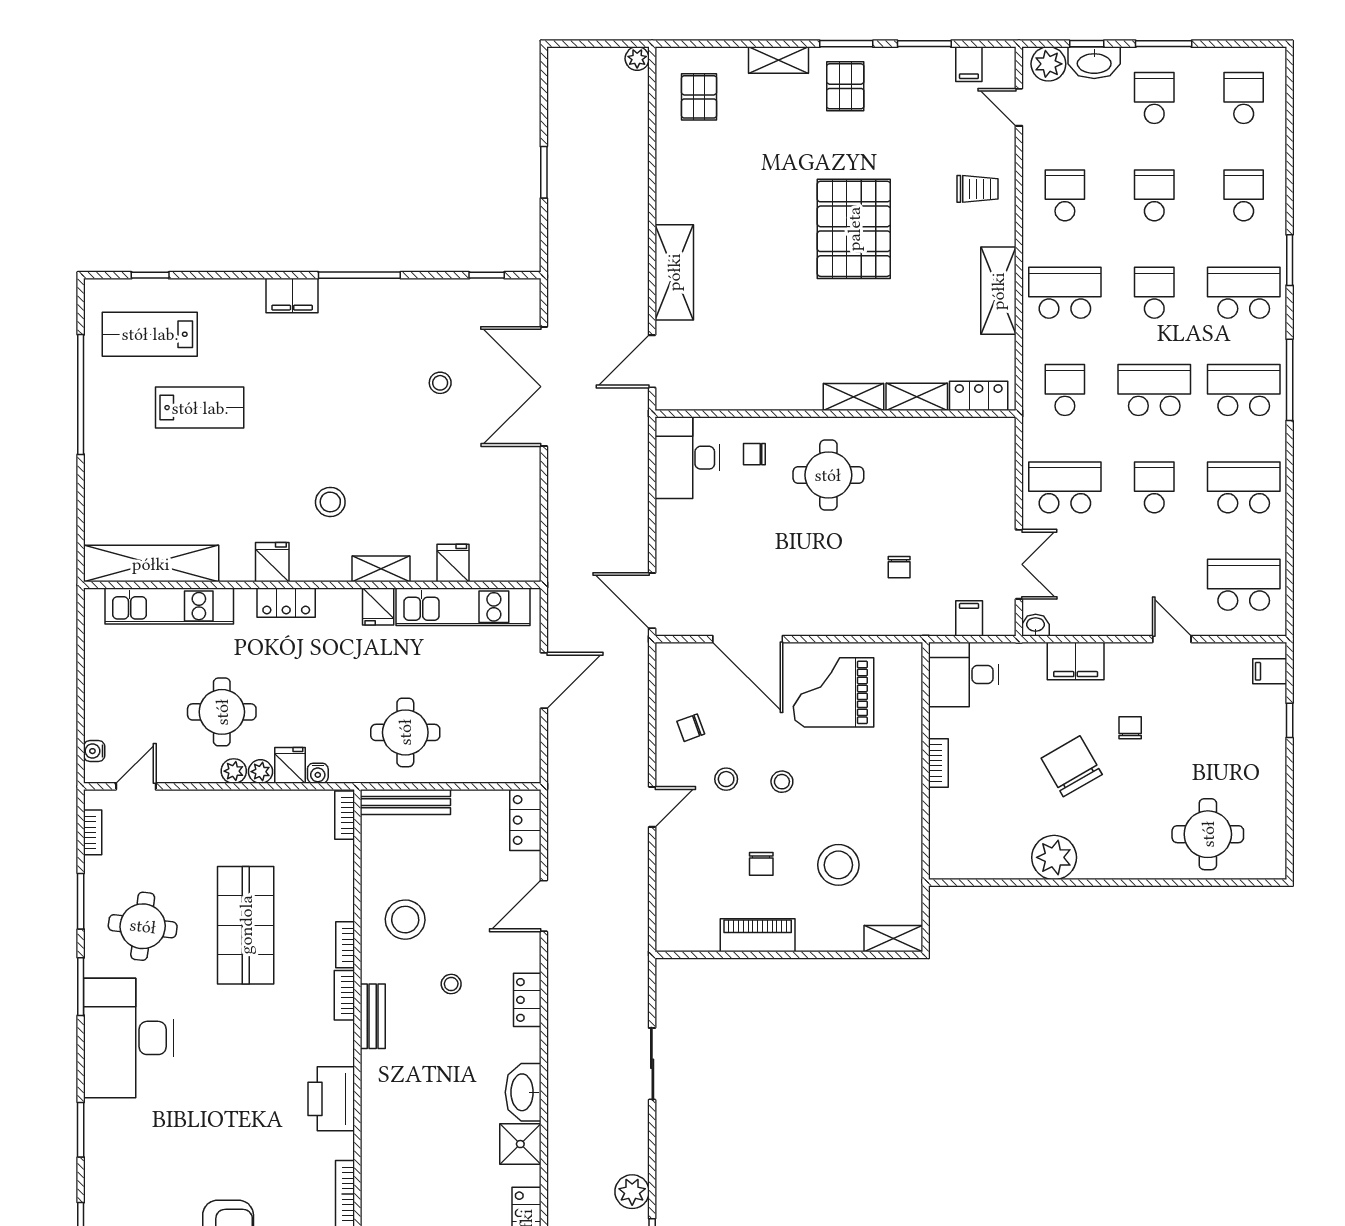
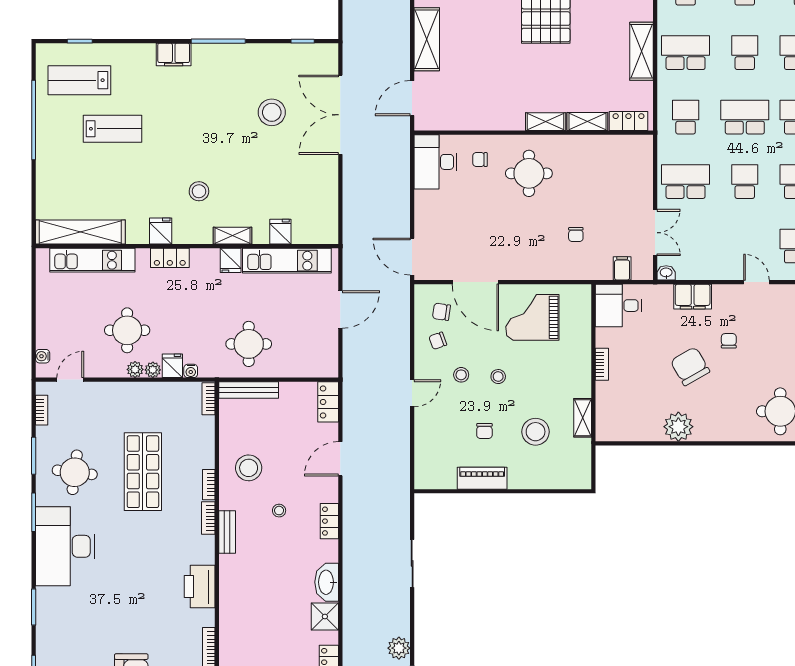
stool: (440, 383) -> (272, 112), width x1.89, depth x1.89
chair: (696, 684) -> (441, 312), added
shelving: (893, 939) -> (583, 418), moved, turned 90

